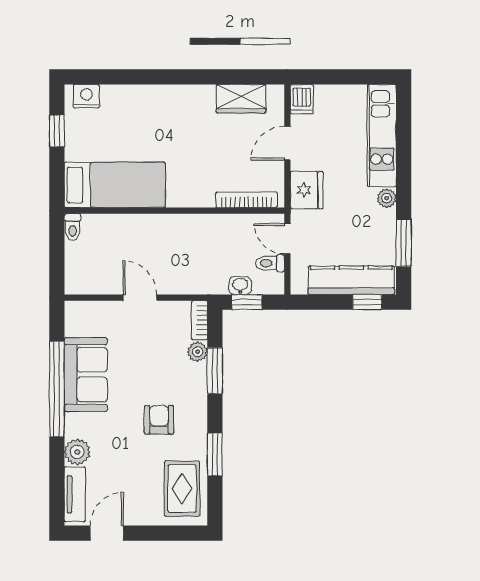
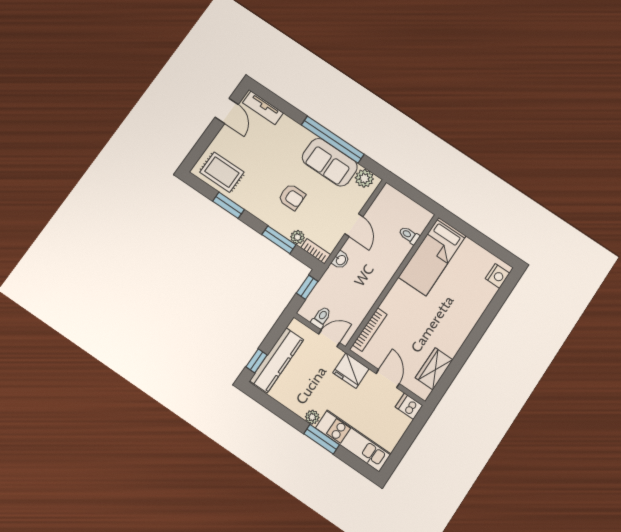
window: (57, 131) -> (488, 244), removed
toilet: (73, 227) -> (409, 235), moved
window: (404, 243) -> (322, 439), moved
washbasin: (240, 286) -> (341, 260), moved
door: (140, 298) -> (354, 225), hinge flipped
armchair: (159, 420) -> (292, 197), moved
plant: (77, 452) -> (364, 178), moved

